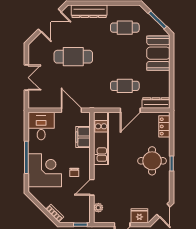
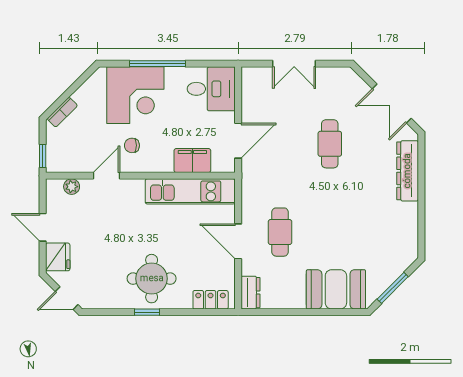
cafe table: (125, 28) -> (380, 232), removed
cafe table: (73, 57) -> (330, 144), width x0.73, depth x0.74
dresser: (156, 103) -> (250, 293), width x0.70
door: (92, 187) -> (106, 176), hinge flipped

